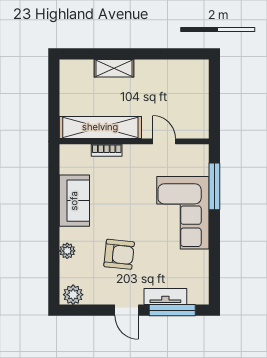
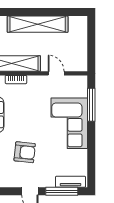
shelving: (114, 68) -> (38, 24), width x2.20, depth x1.33
tv unit: (165, 297) -> (71, 182), moved

